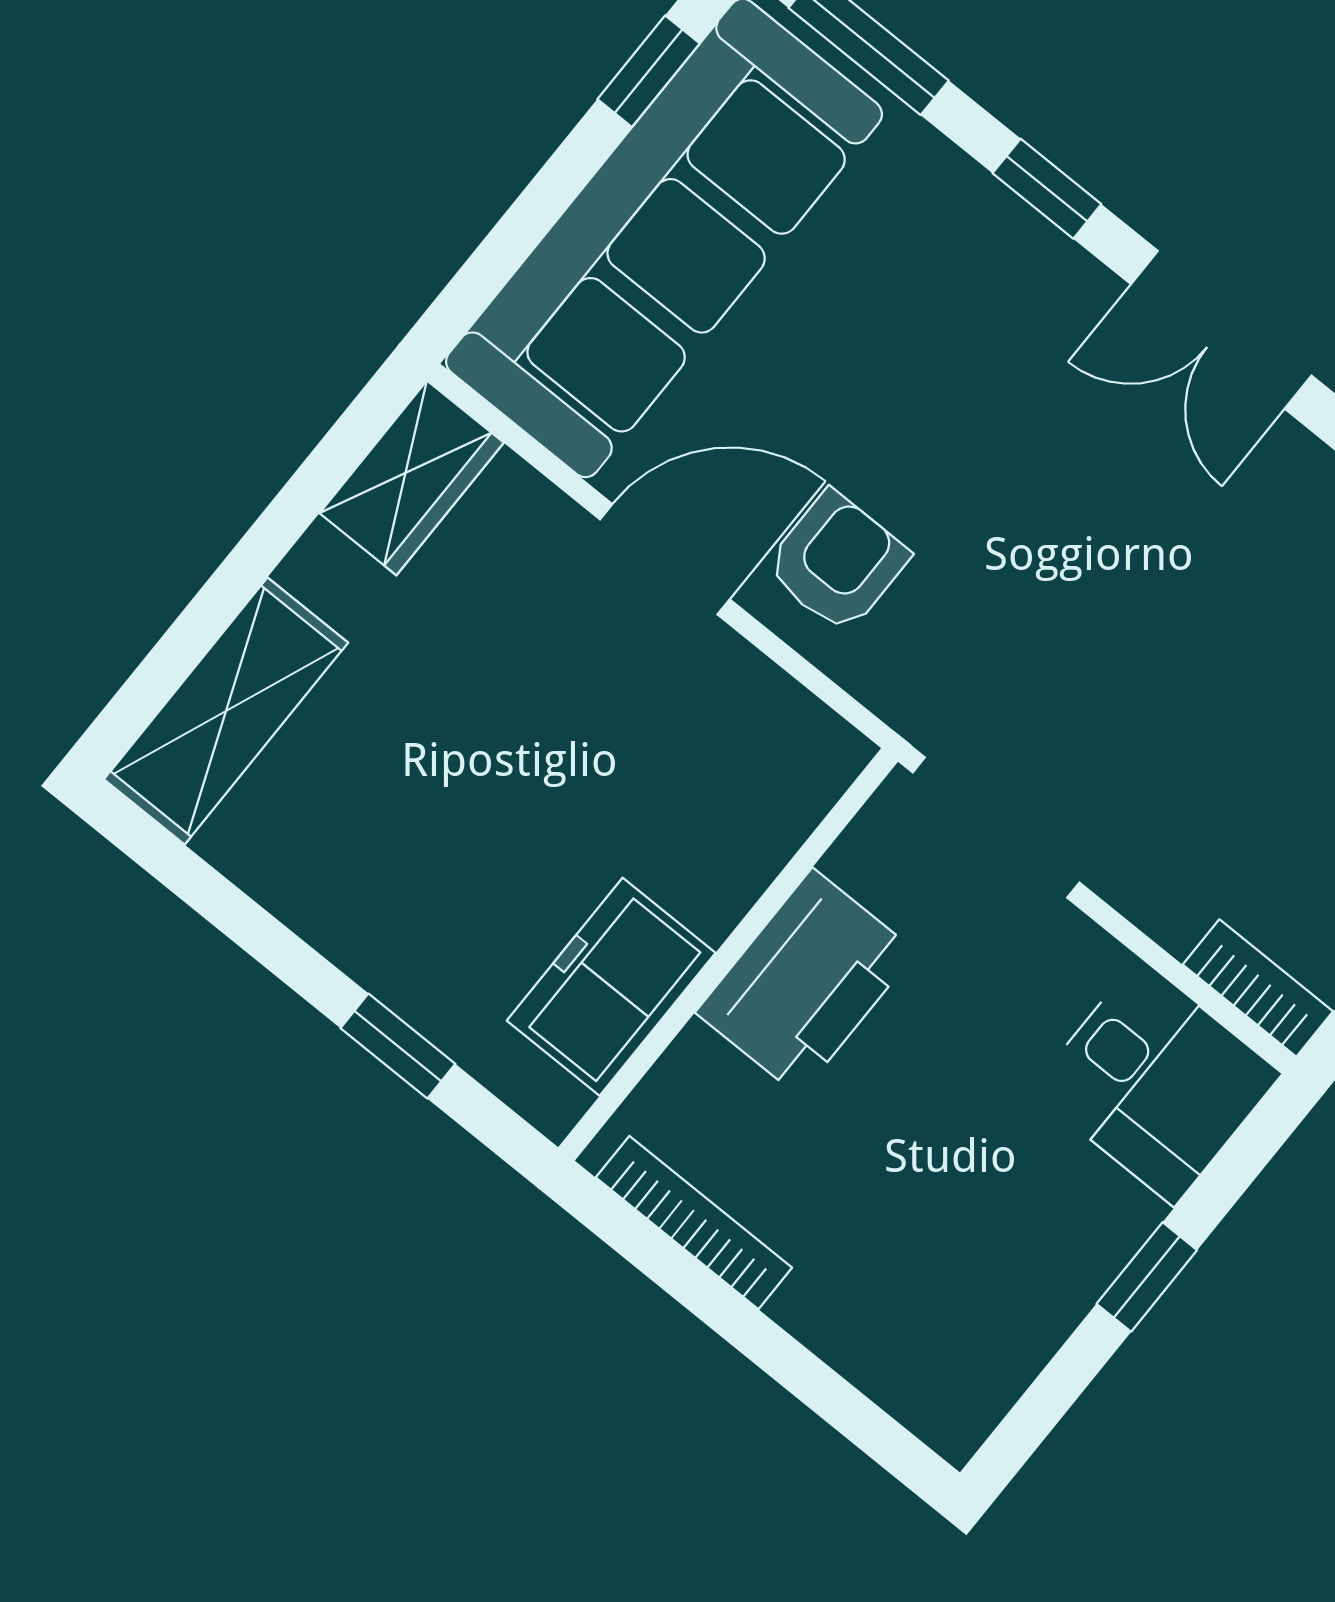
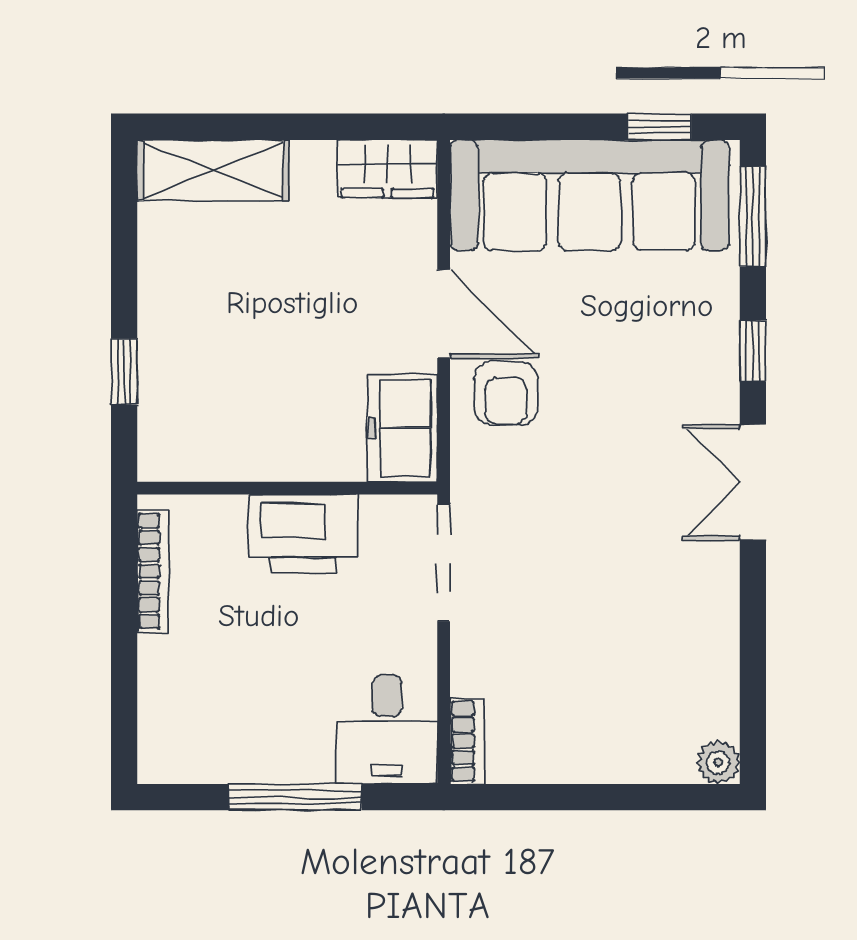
armchair: (837, 562) -> (506, 393), turned 90
freezer: (611, 987) -> (402, 428), moved, turned -90
window: (1147, 1277) -> (295, 797), width x2.17

